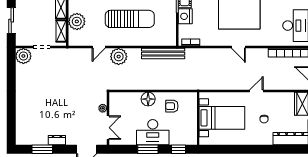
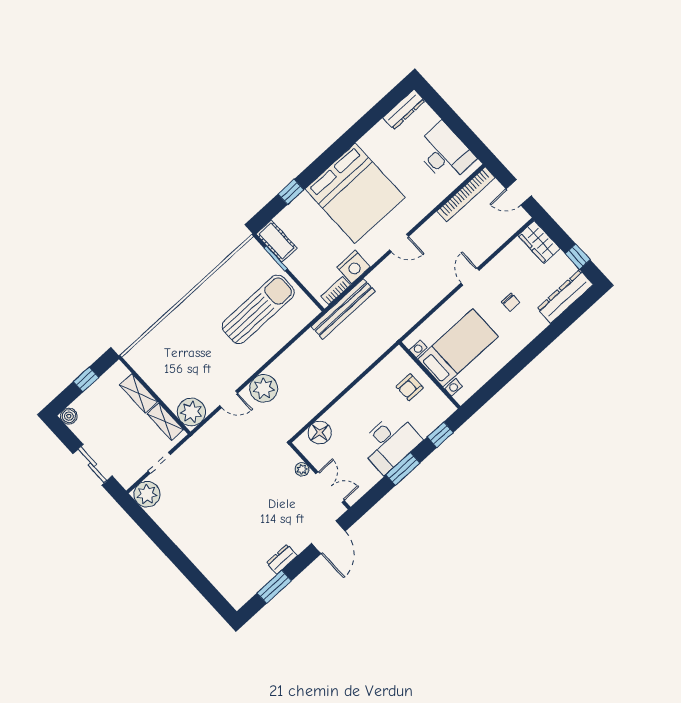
nightstand: (185, 16) -> (353, 267), moved, turned -90
sun lounger: (130, 19) -> (258, 309), moved
plant: (77, 21) -> (191, 412), moved
door: (99, 47) -> (229, 399), hinge flipped
bench: (163, 54) -> (343, 309), moved
floor lamp: (148, 99) -> (320, 432), moved
armchair: (172, 106) -> (410, 387), moved

